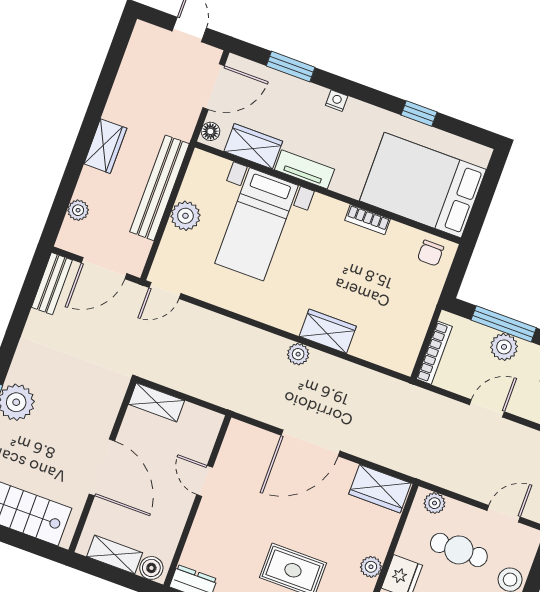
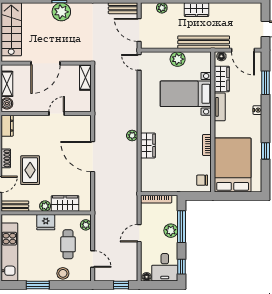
bench: (160, 188) -> (204, 42), moved
door: (487, 408) -> (139, 233), swing flipped
wardrobe: (380, 489) -> (65, 203), moved, turned 90

